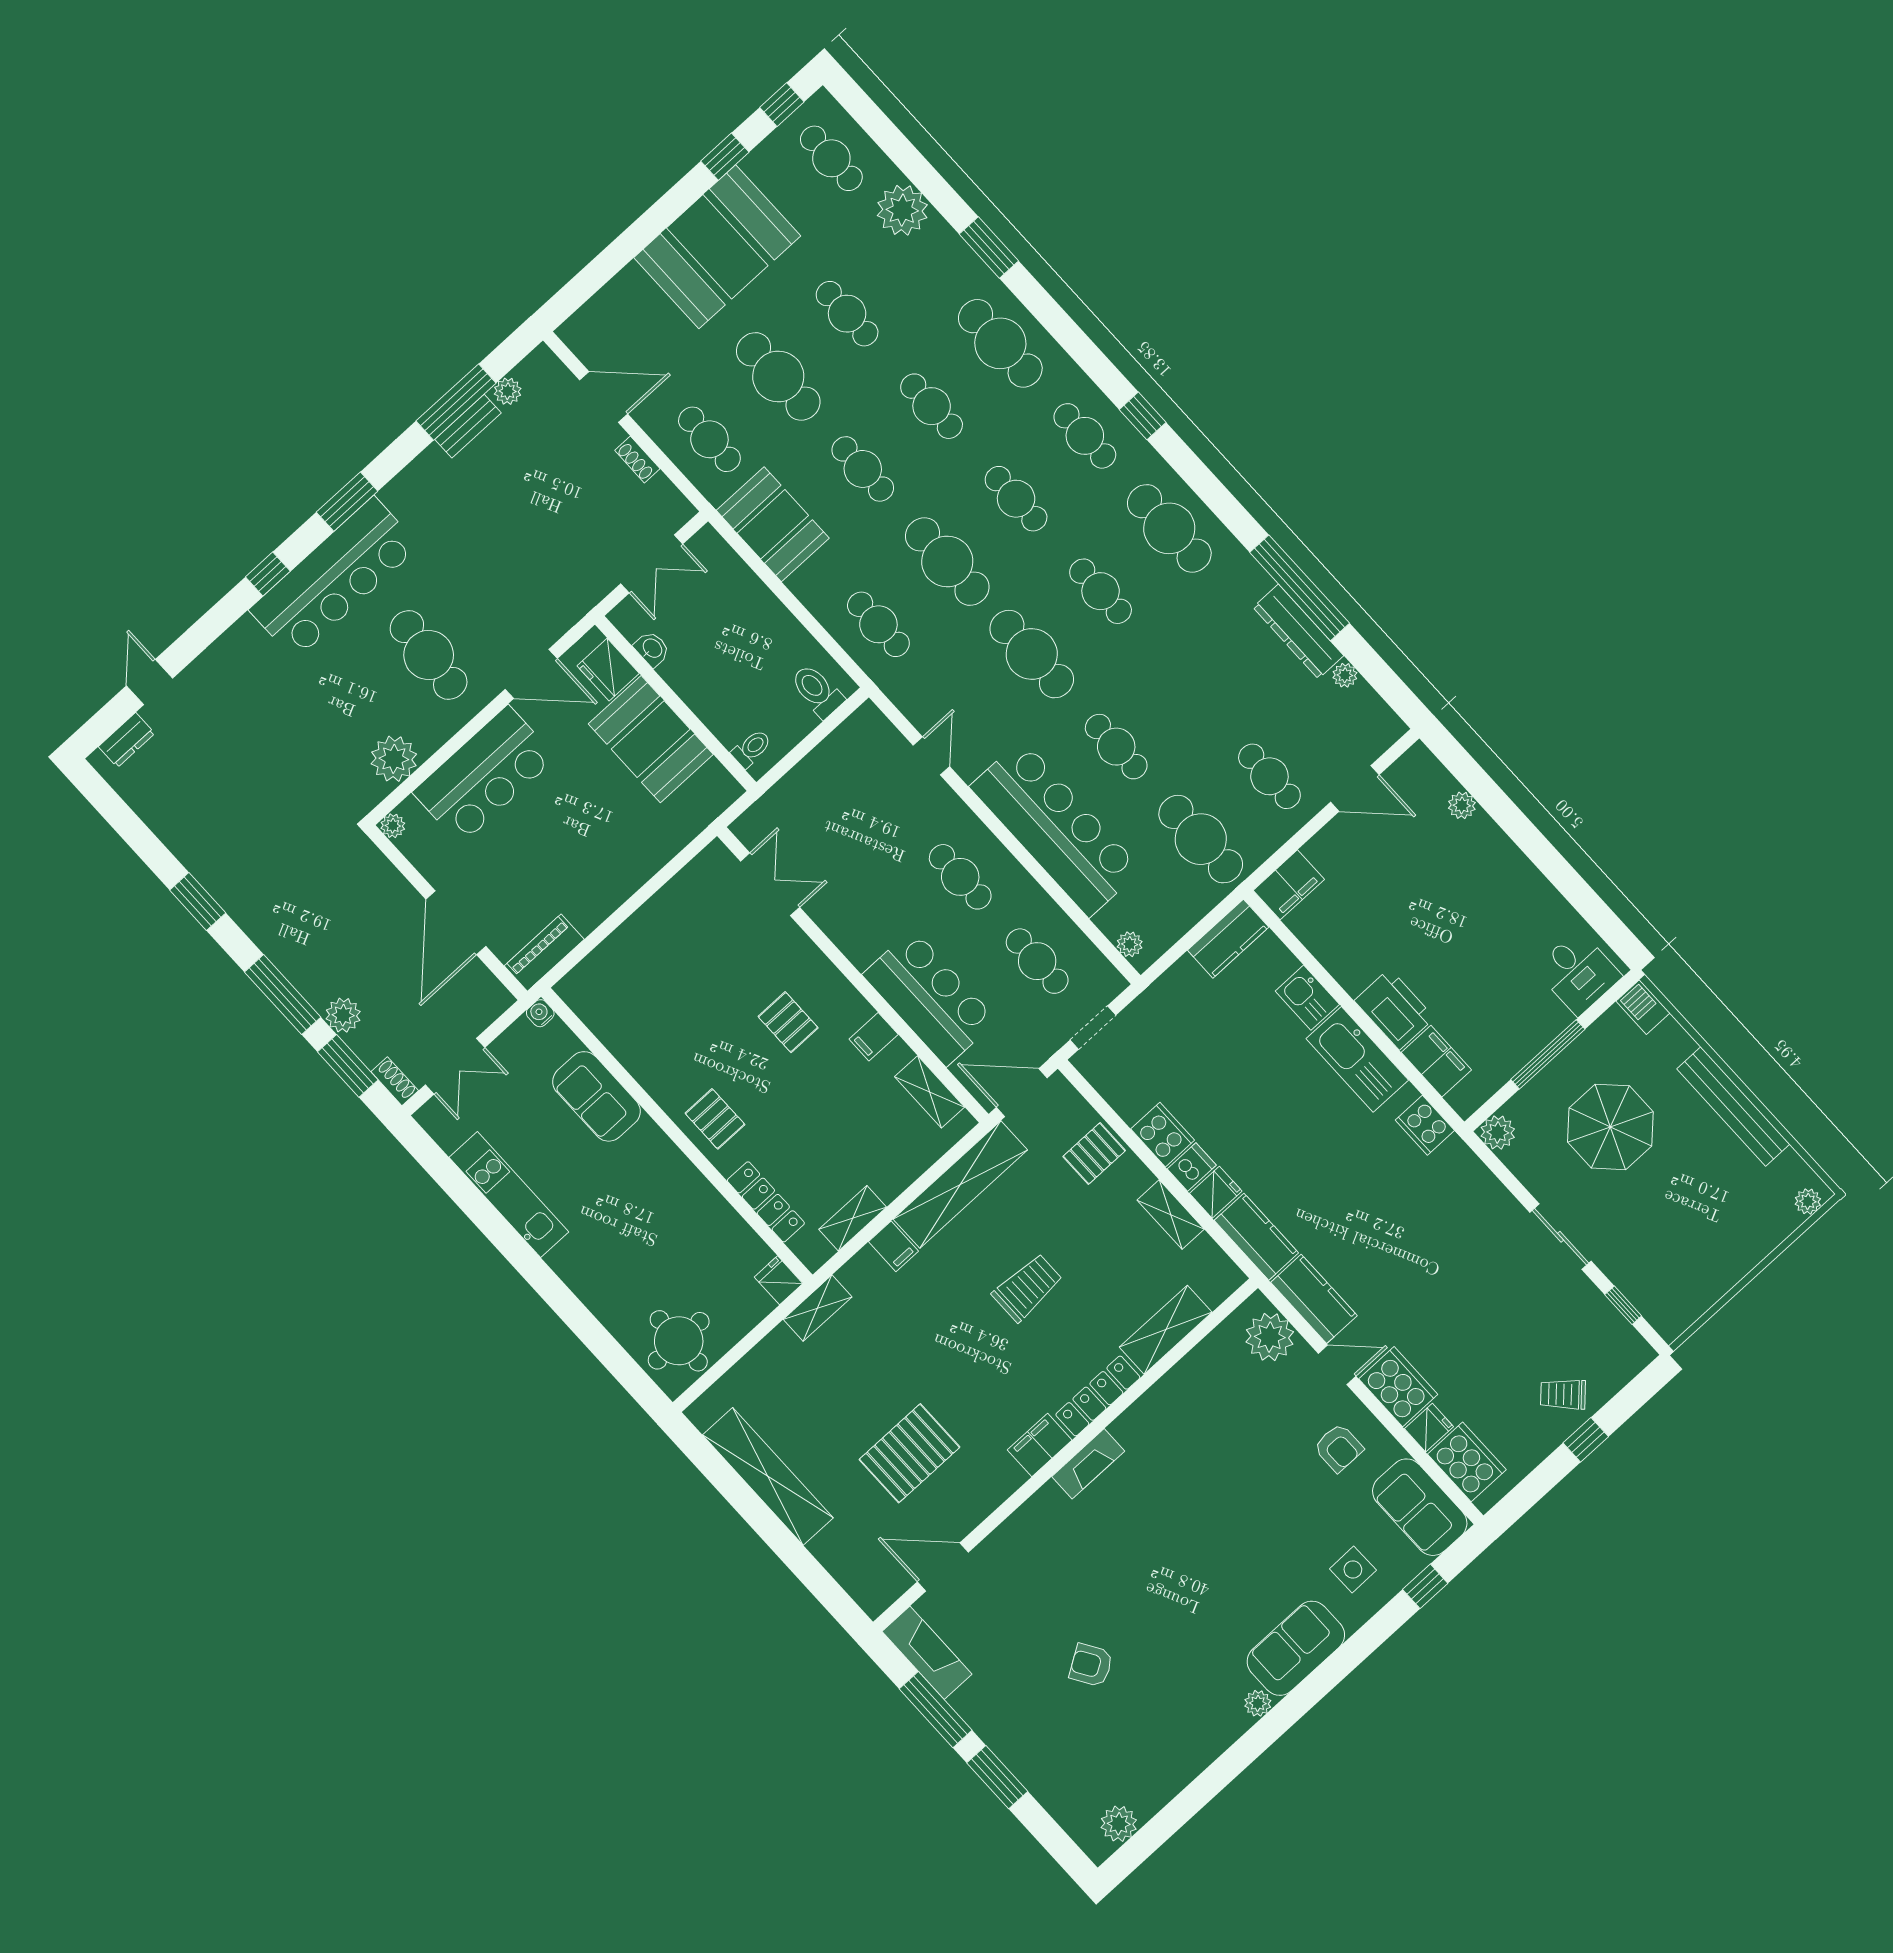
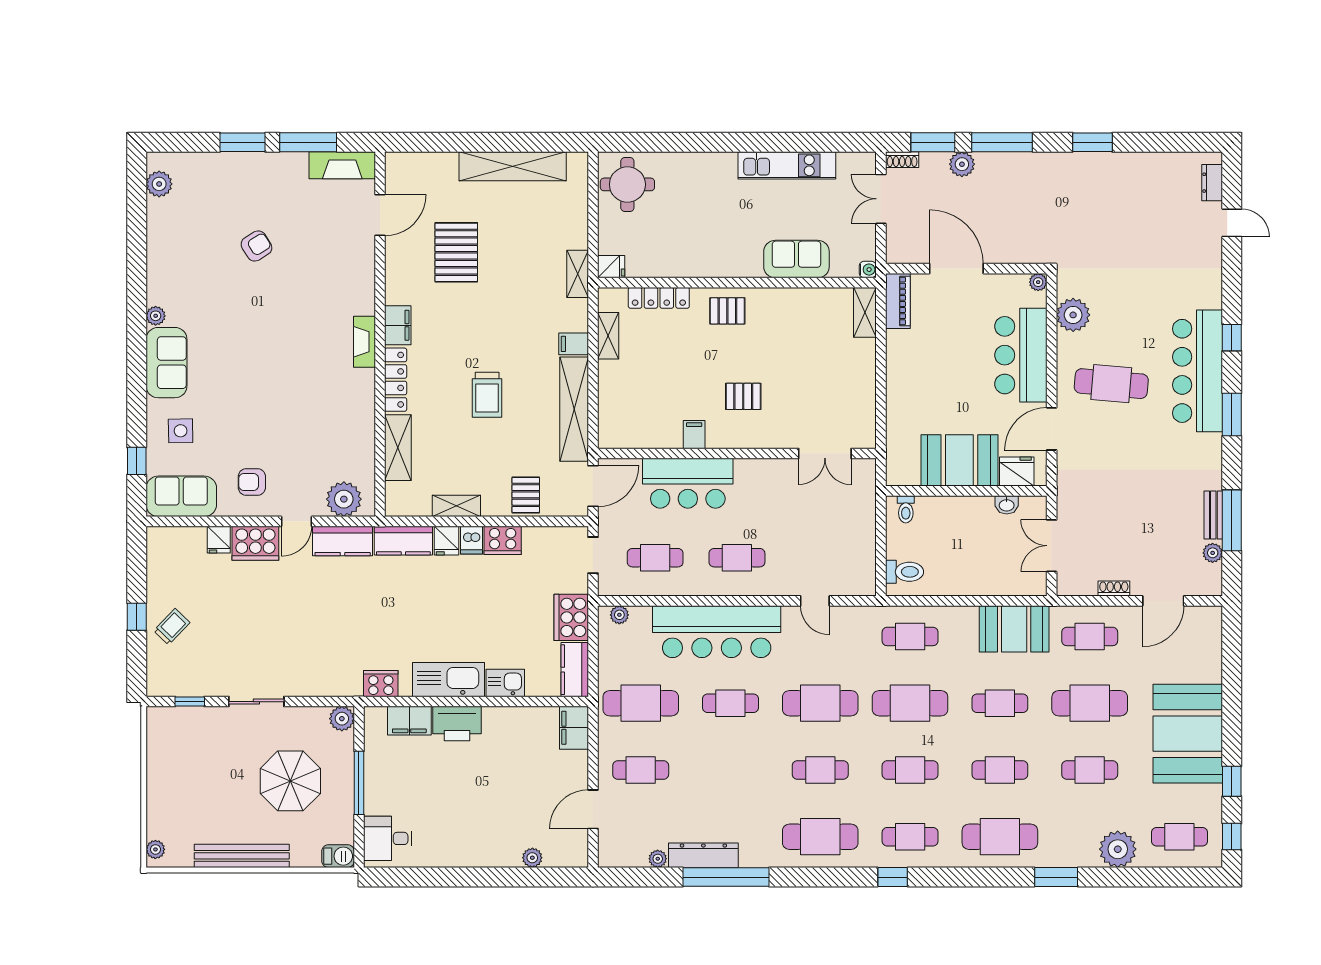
shelving: (930, 1092) -> (865, 312), moved, turned 90
cooker: (1467, 1462) -> (571, 617), moved, turned 90

